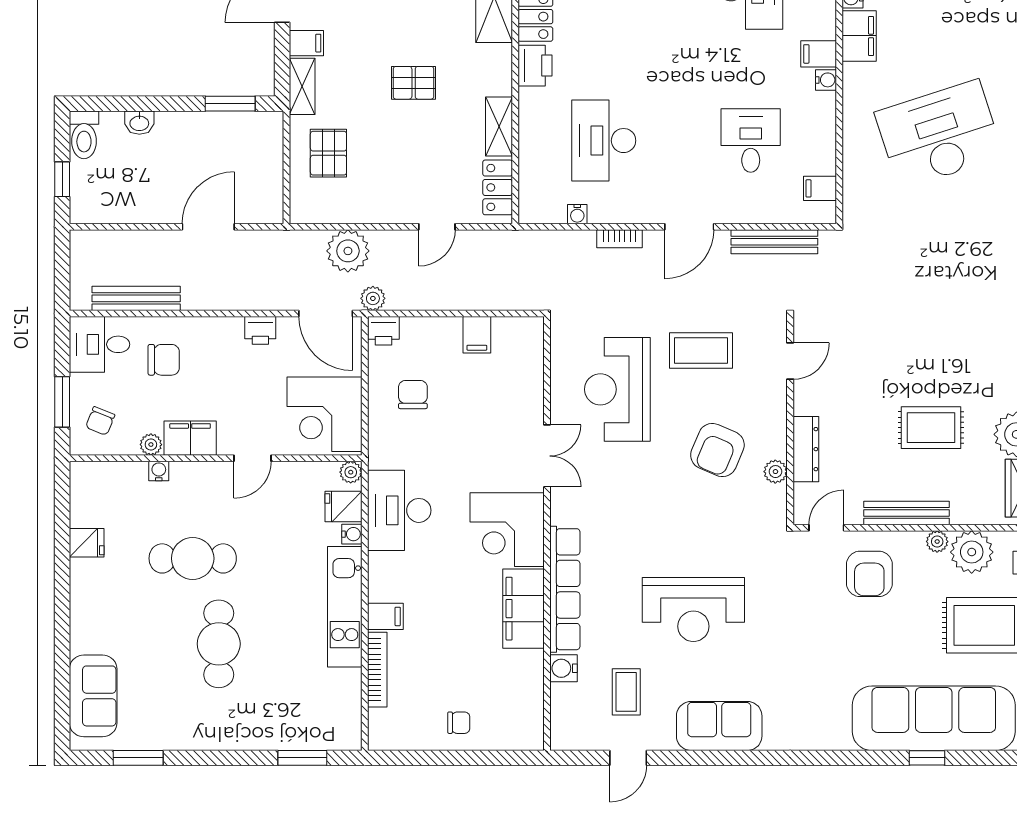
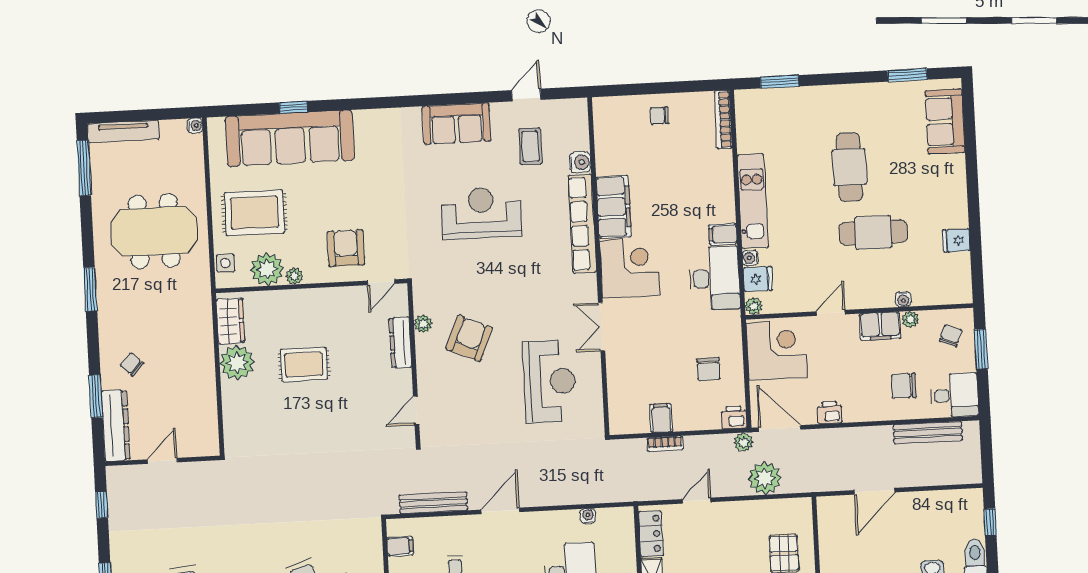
bookcase: (619, 239) -> (665, 444), moved, turned 180
coffee table: (701, 350) -> (486, 415), removed
bench: (907, 513) -> (319, 297), removed
filing cabinet: (385, 616) -> (723, 234), moved
bookcase: (377, 670) -> (723, 120), moved

